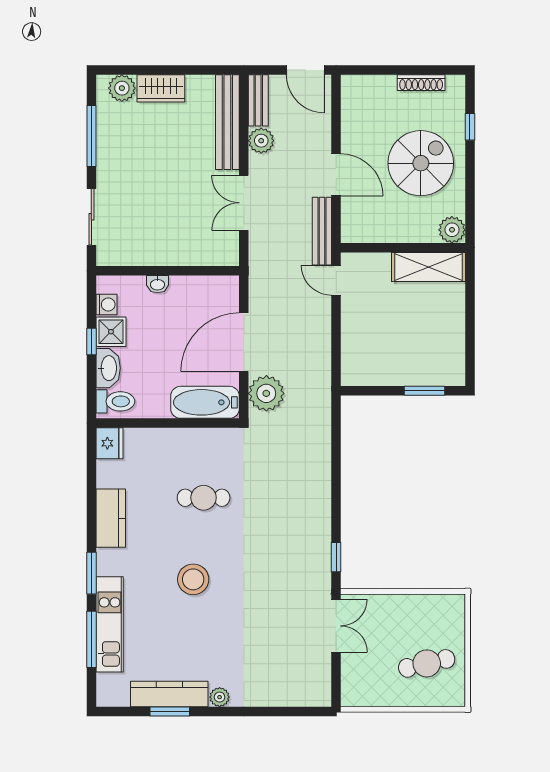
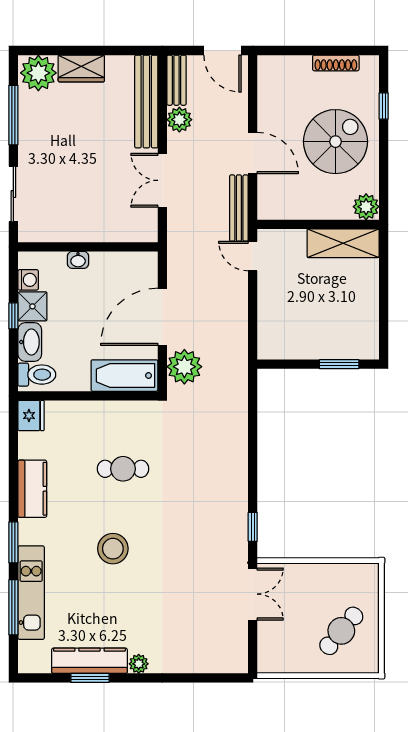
plant: (122, 88) -> (38, 73), width x1.36, depth x1.36
cafe table: (427, 663) -> (341, 631), turned -37

